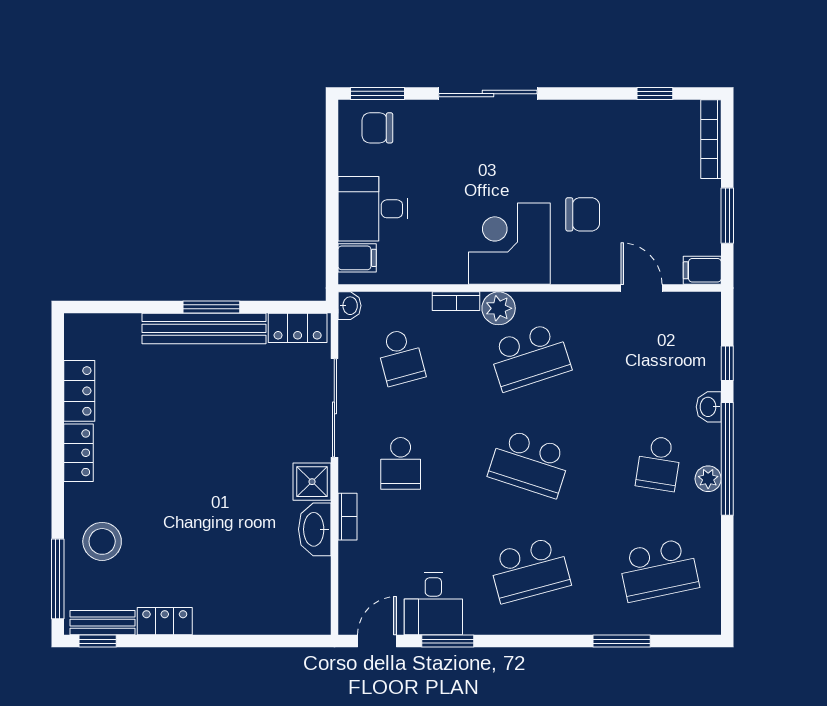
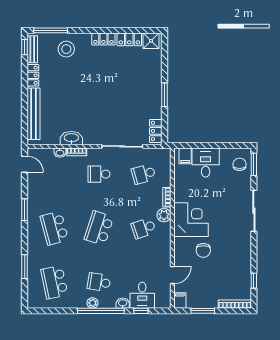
washbasin: (349, 306) -> (60, 153), moved
bench: (204, 328) -> (34, 114), moved
school desk: (530, 357) -> (144, 228), width x0.54
shower: (312, 482) -> (151, 41), moved
desk: (433, 604) -> (142, 295), moved, turned -90
window: (448, 641) -> (25, 210), moved

